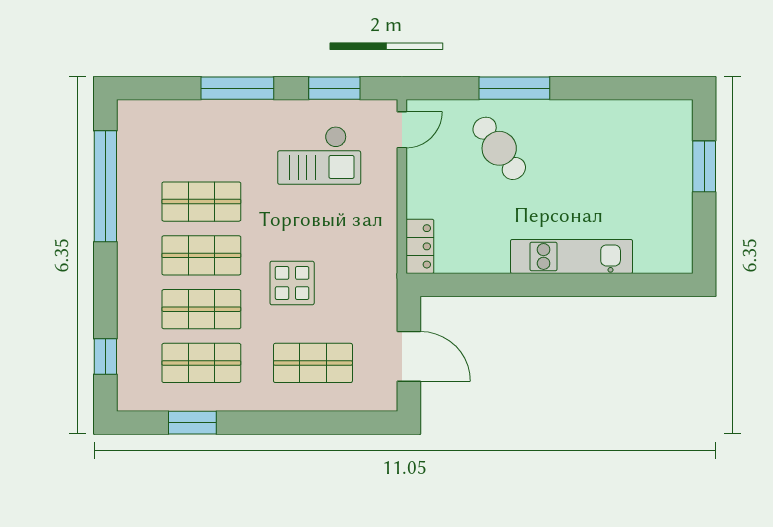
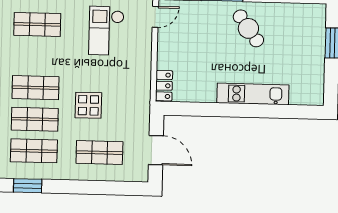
cafe table: (499, 148) -> (248, 28), moved
checkout: (319, 155) -> (106, 31), turned 90
shop shelf: (201, 202) -> (37, 24), moved

